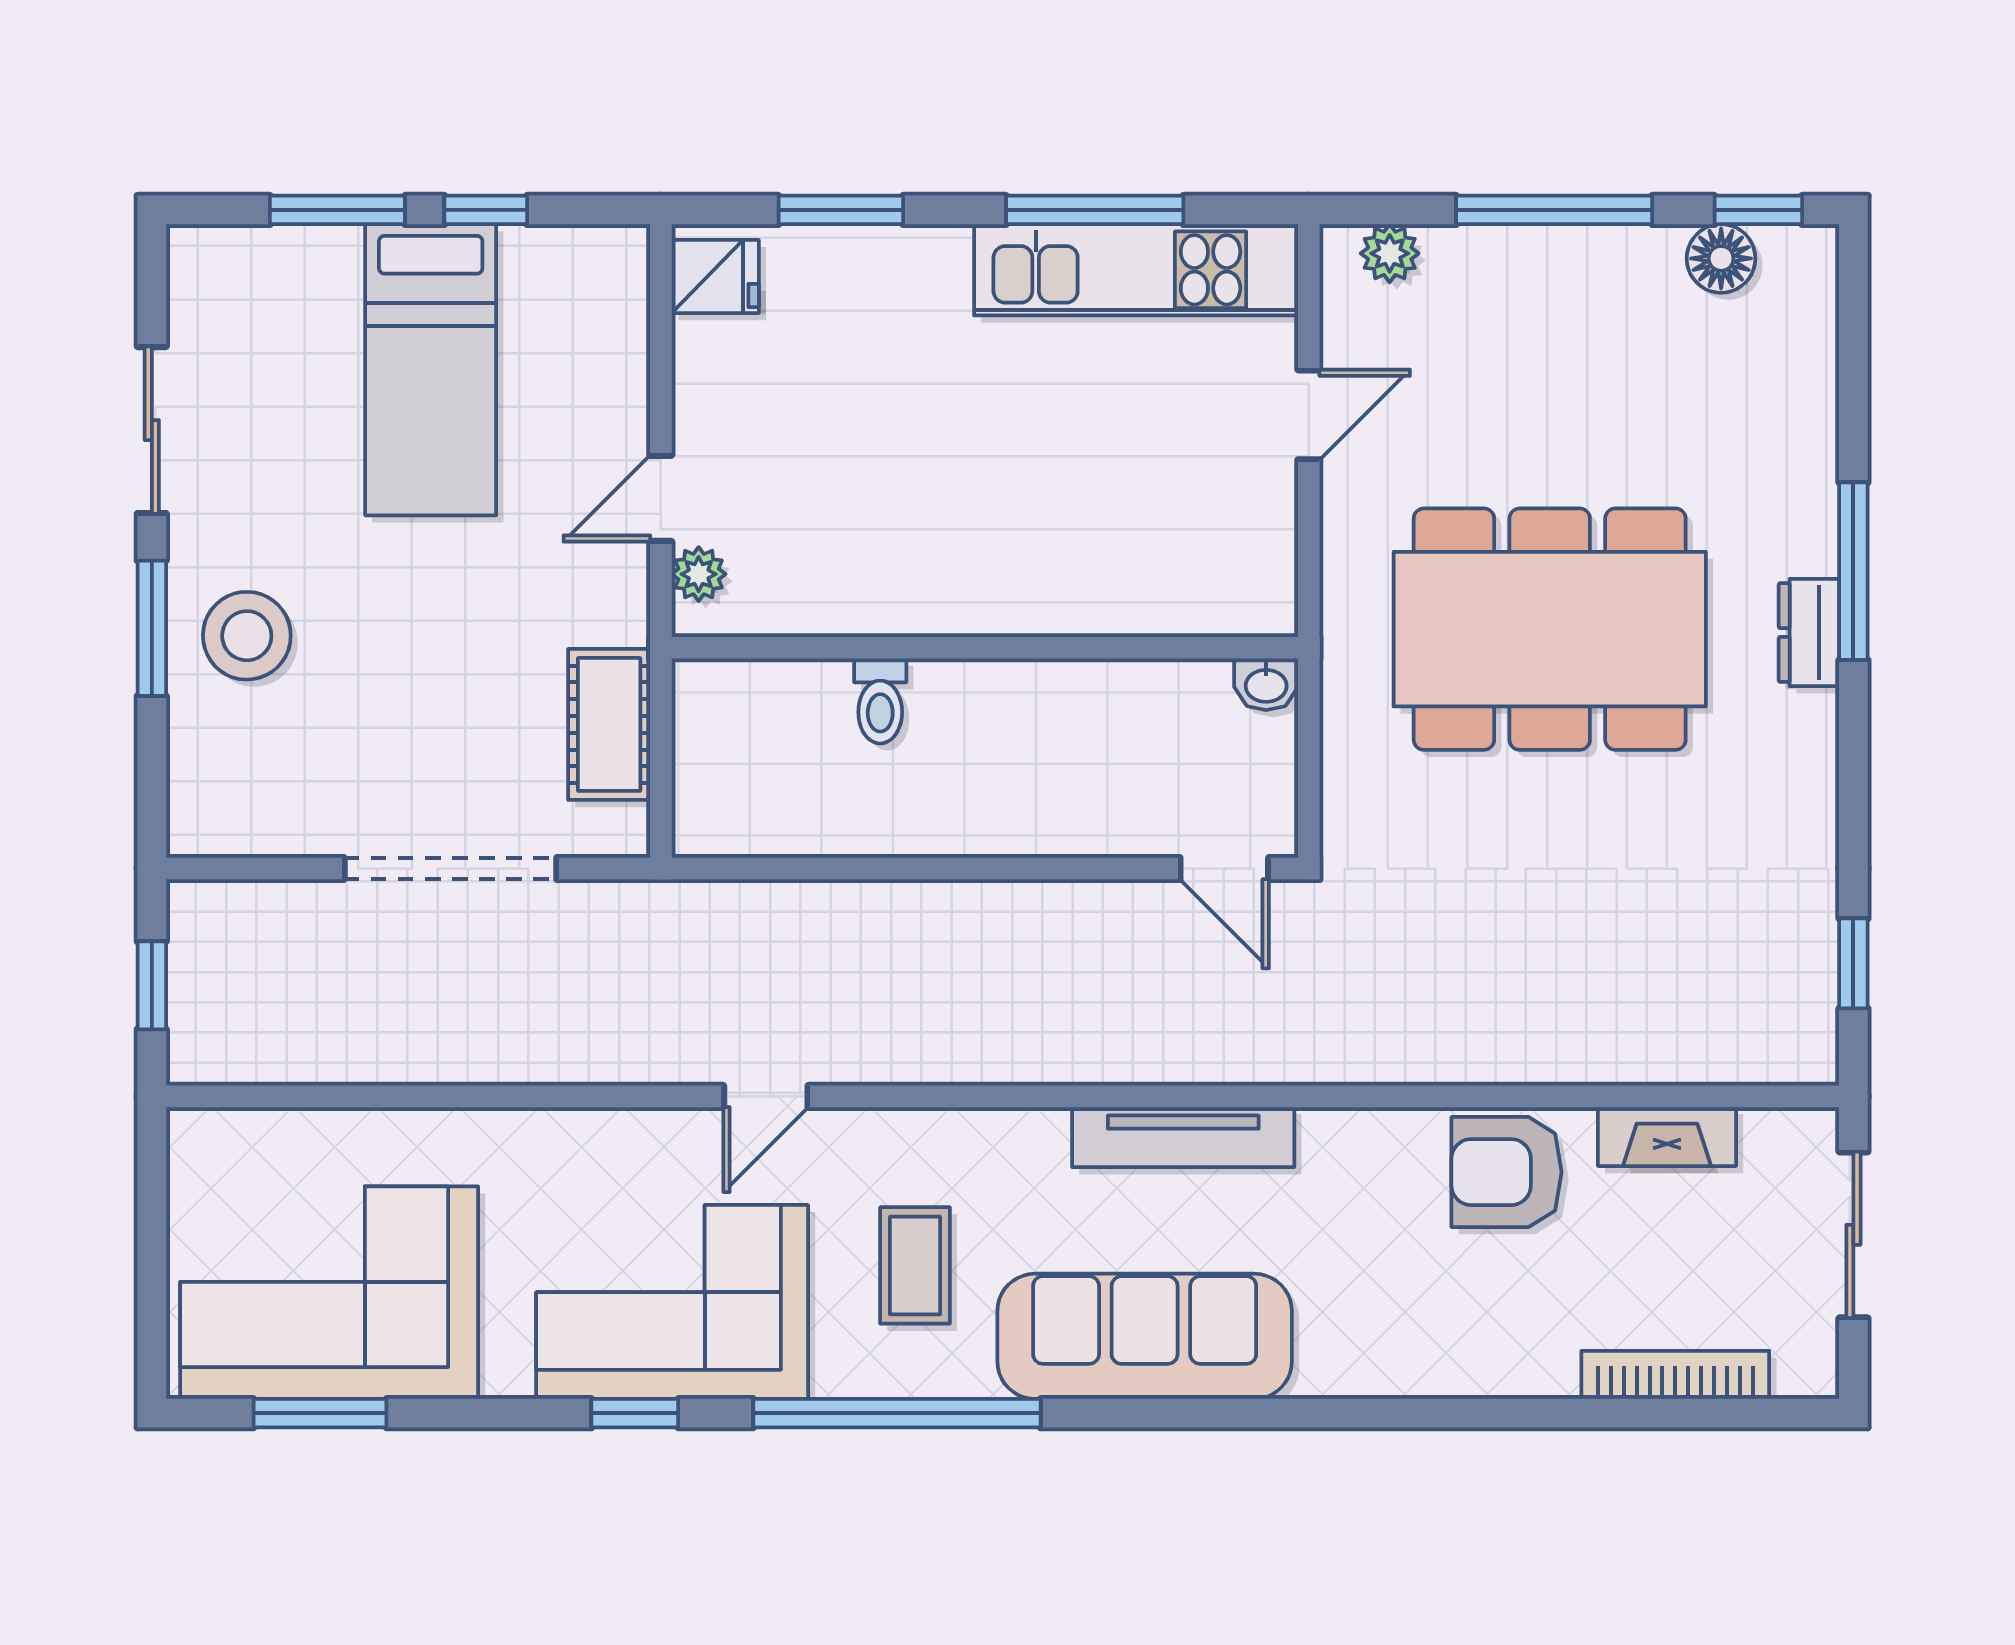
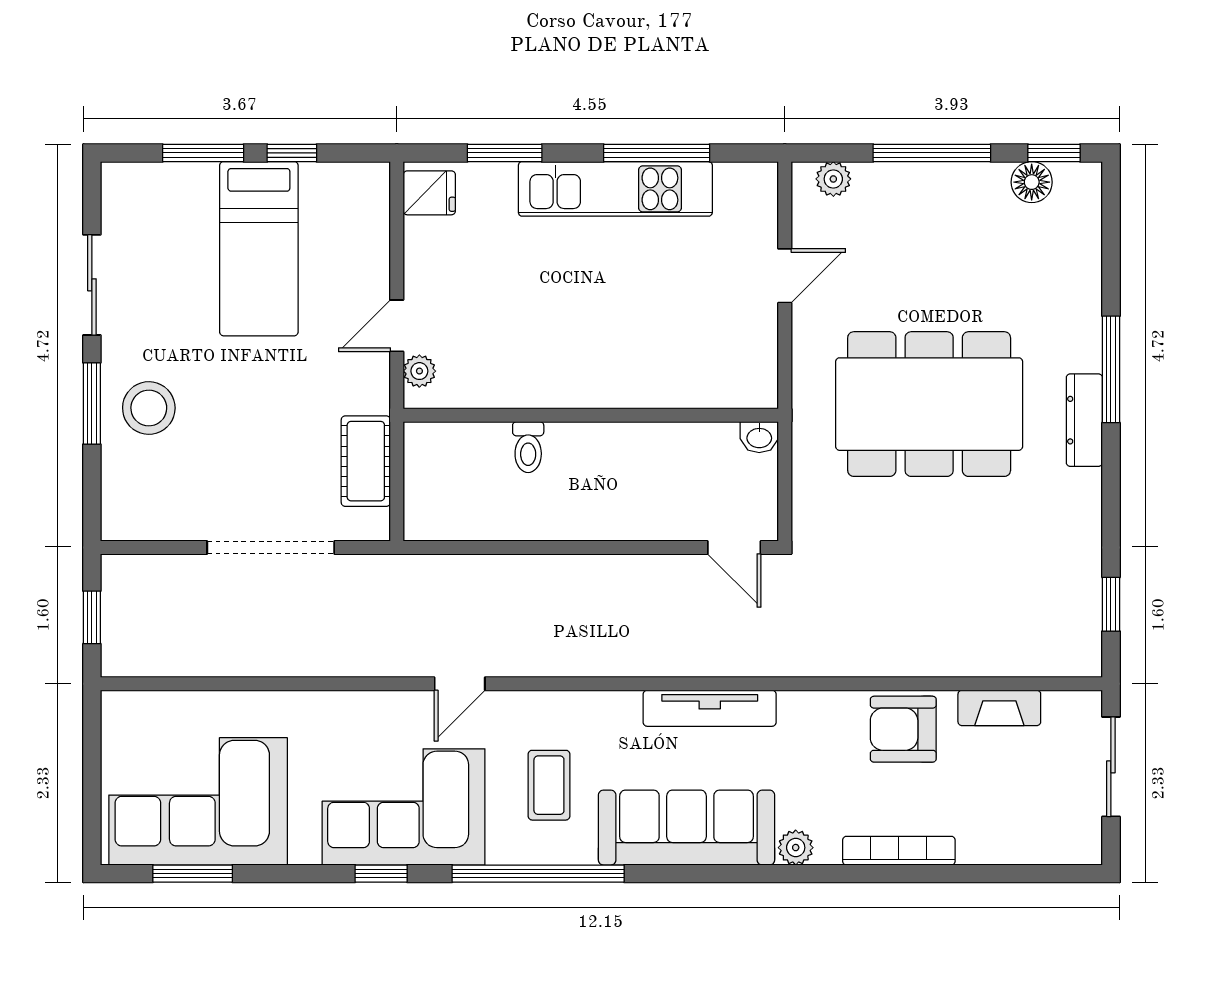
kitchen unit: (1136, 270) -> (615, 189), moved
dresser: (1809, 633) -> (1084, 420), width x1.44
plant: (1327, 1370) -> (796, 848), added
bookcase: (1675, 1375) -> (899, 851), moved

